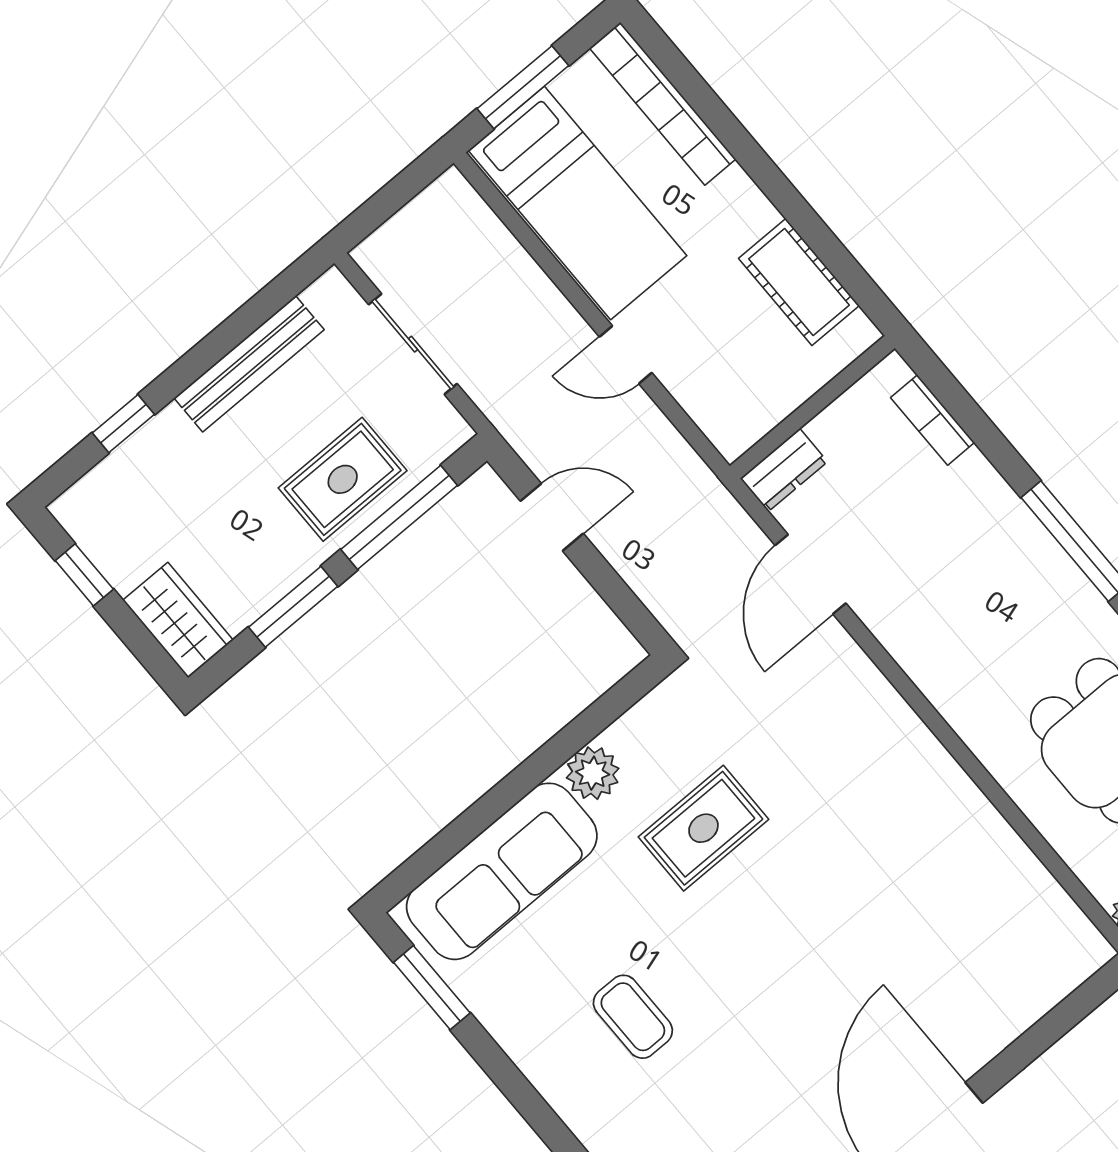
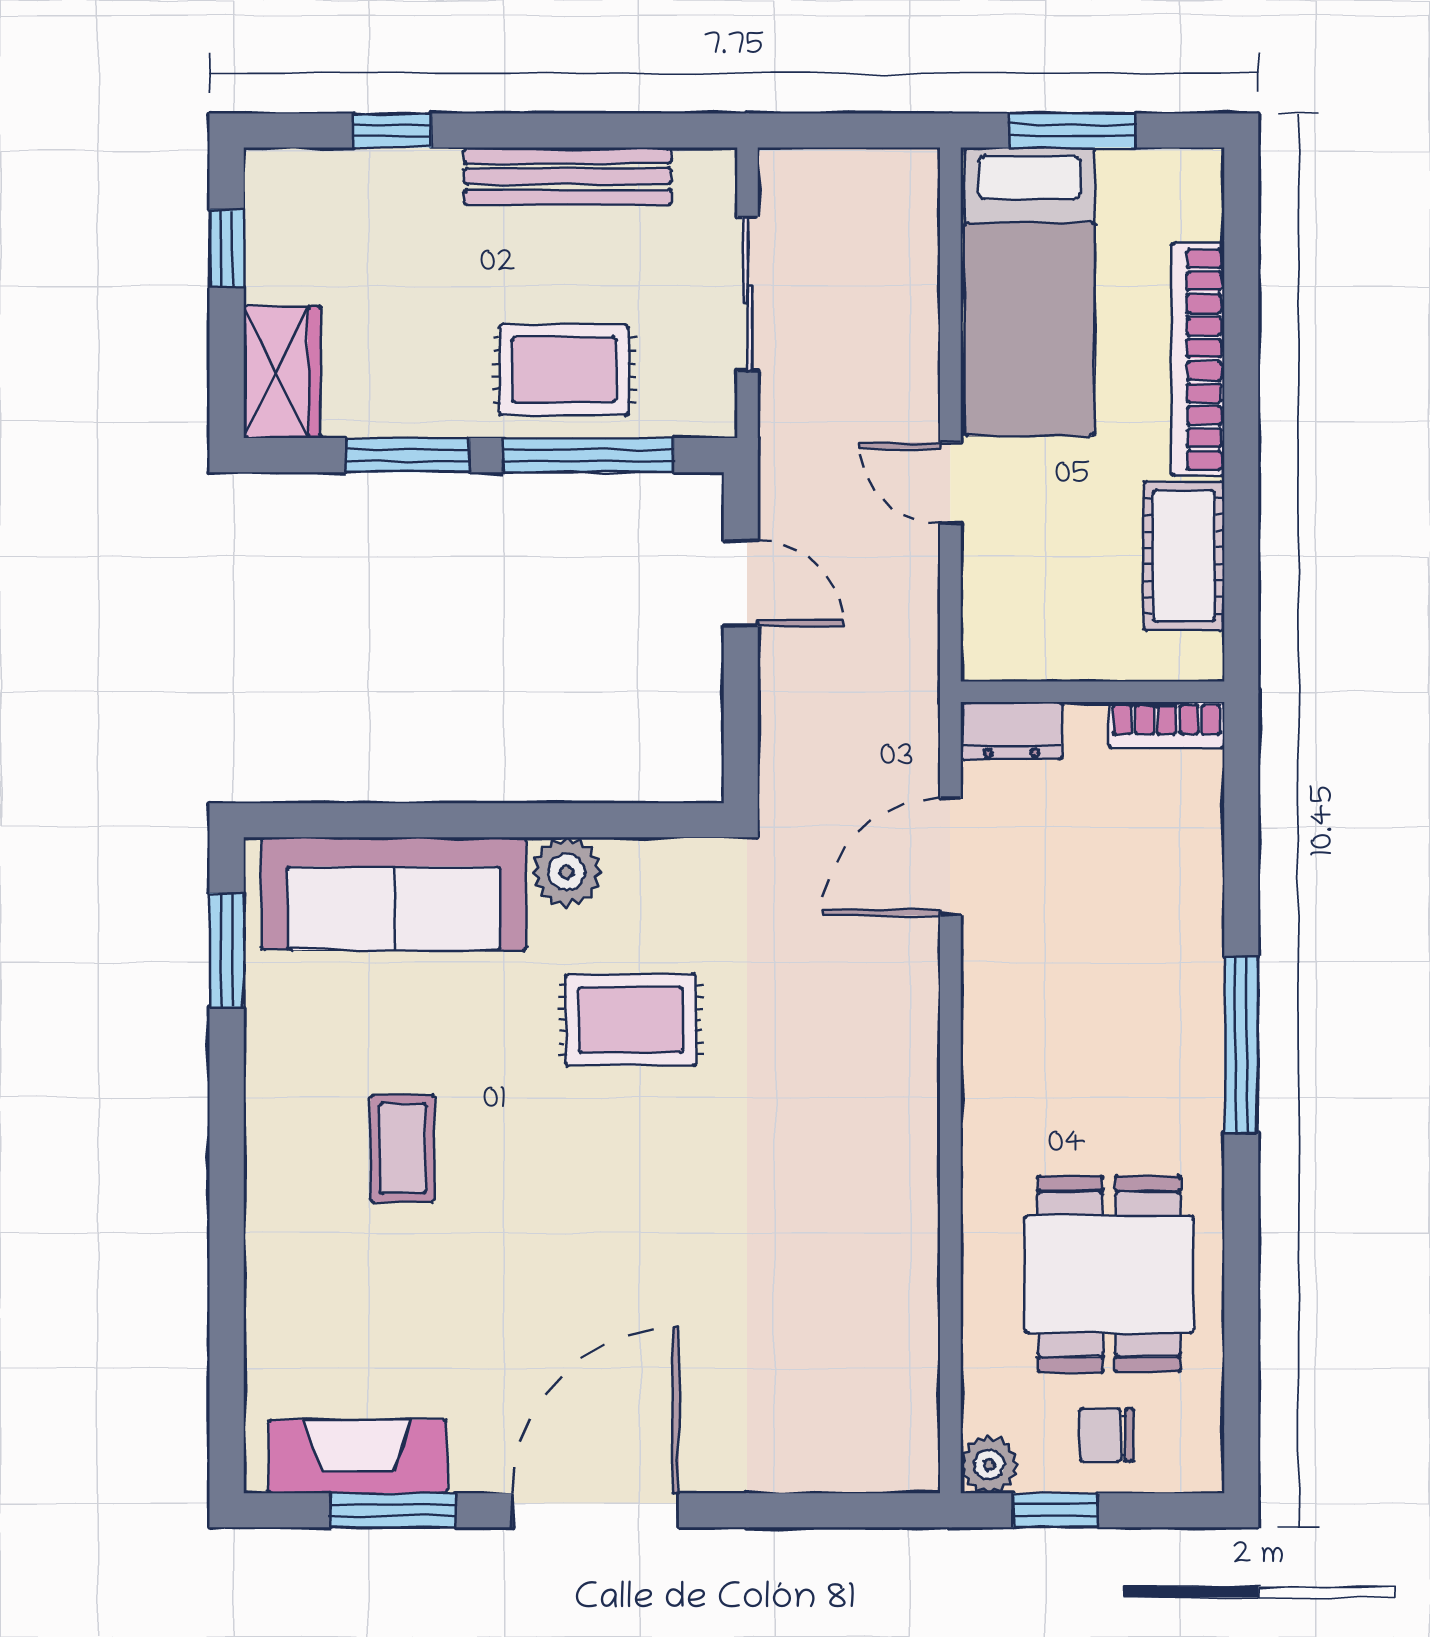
bookcase: (663, 104) -> (1198, 360), moved
bookcase: (933, 420) -> (1167, 725), moved, turned -90

